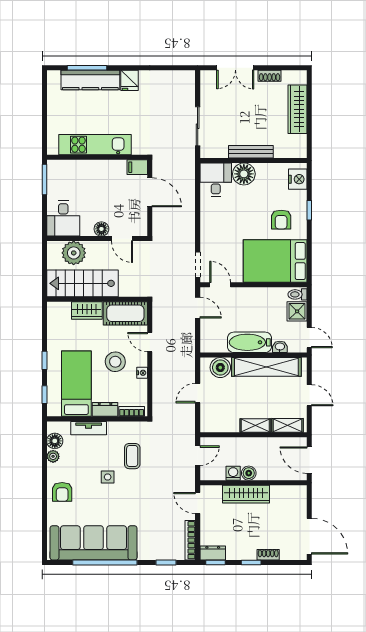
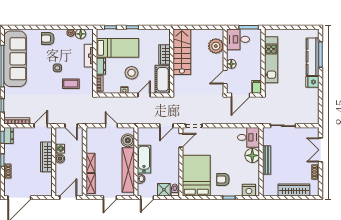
desk: (63, 218) -> (238, 39), moved
floor lamp: (101, 229) -> (231, 64), moved
wall: (97, 239) -> (225, 61), moved
door: (122, 239) -> (225, 77), moved
plant: (74, 253) -> (216, 46), moved

